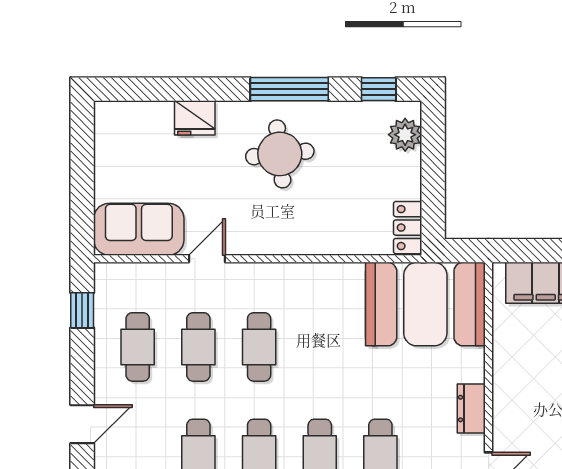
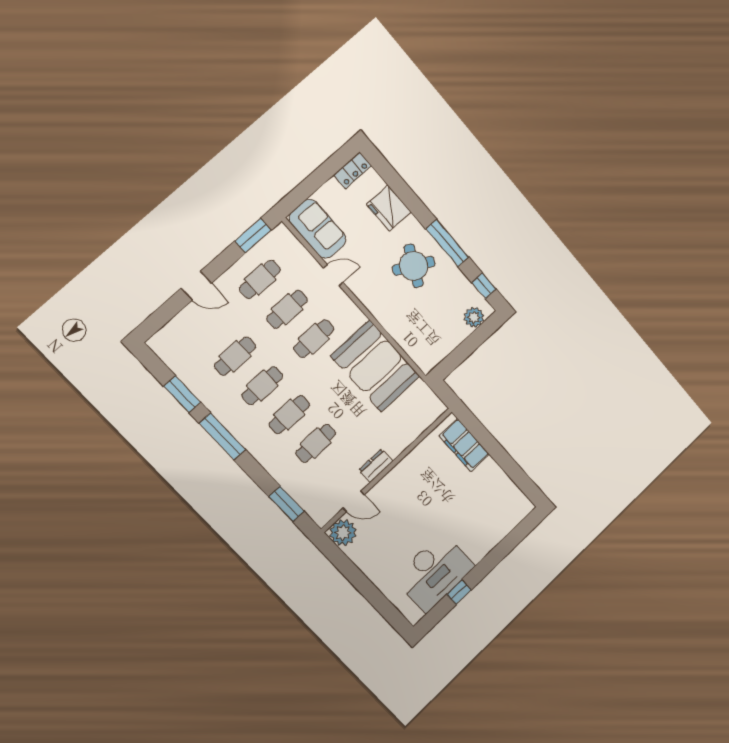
fridge: (195, 118) -> (389, 208), width x1.36, depth x1.34
round table: (280, 154) -> (414, 266), turned 34
locker: (408, 228) -> (352, 170), moved, turned 180
booth: (425, 304) -> (375, 366), moved
window: (82, 310) -> (253, 236), width x1.50

